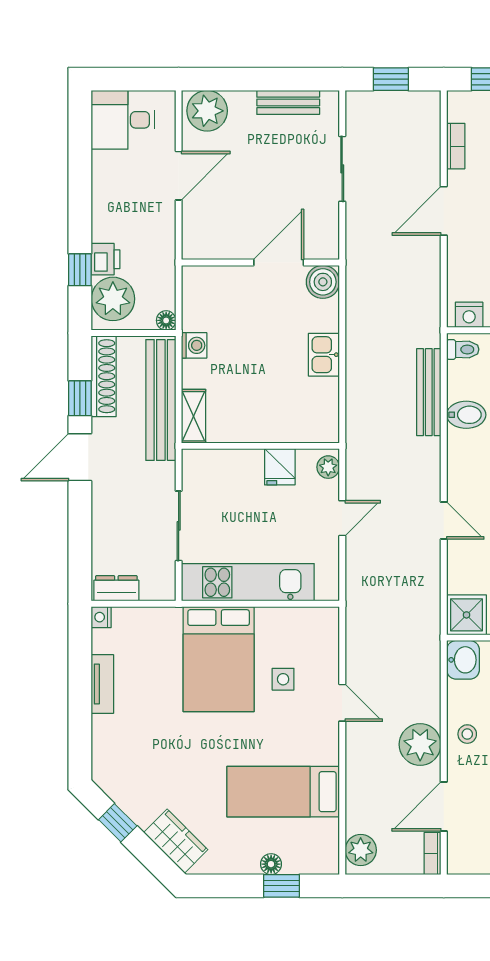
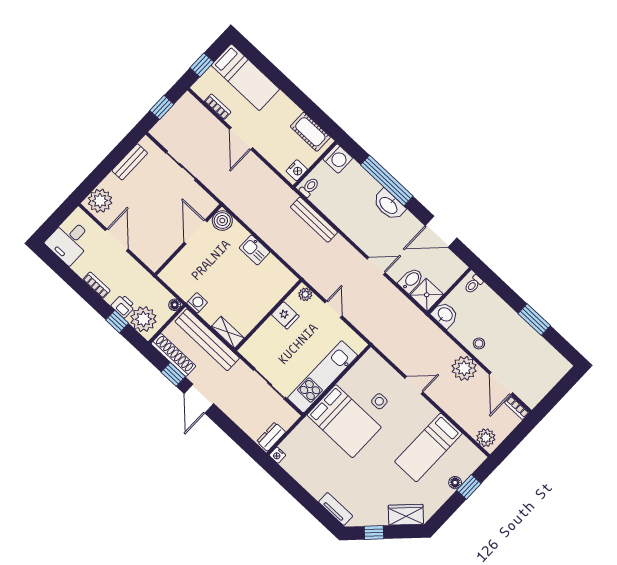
bookcase: (101, 203) -> (96, 285), added
bidet: (466, 415) -> (411, 280), moved
tv unit: (102, 684) -> (336, 509), moved

